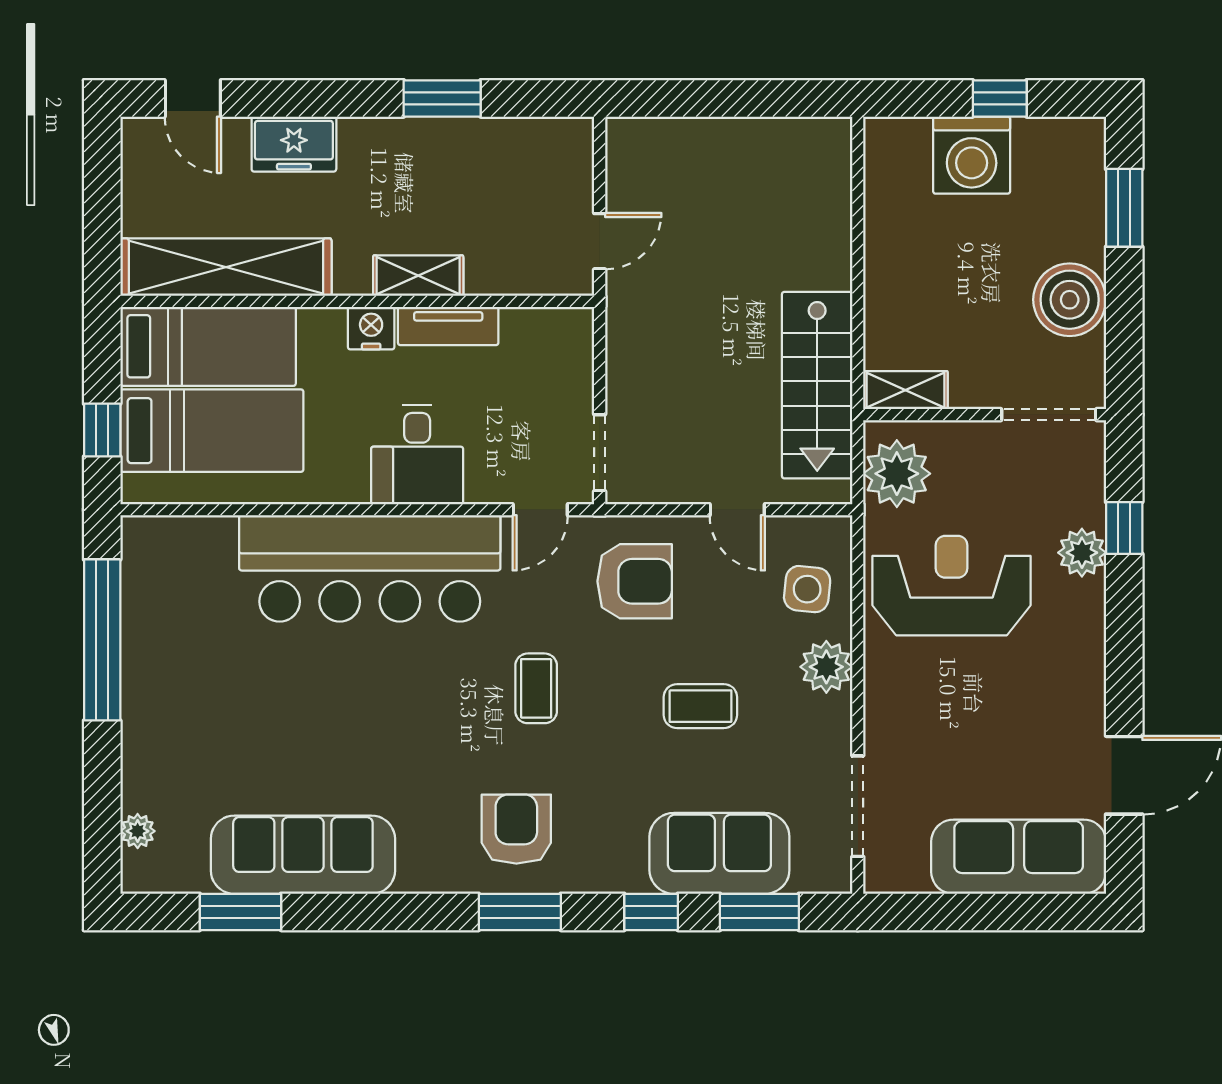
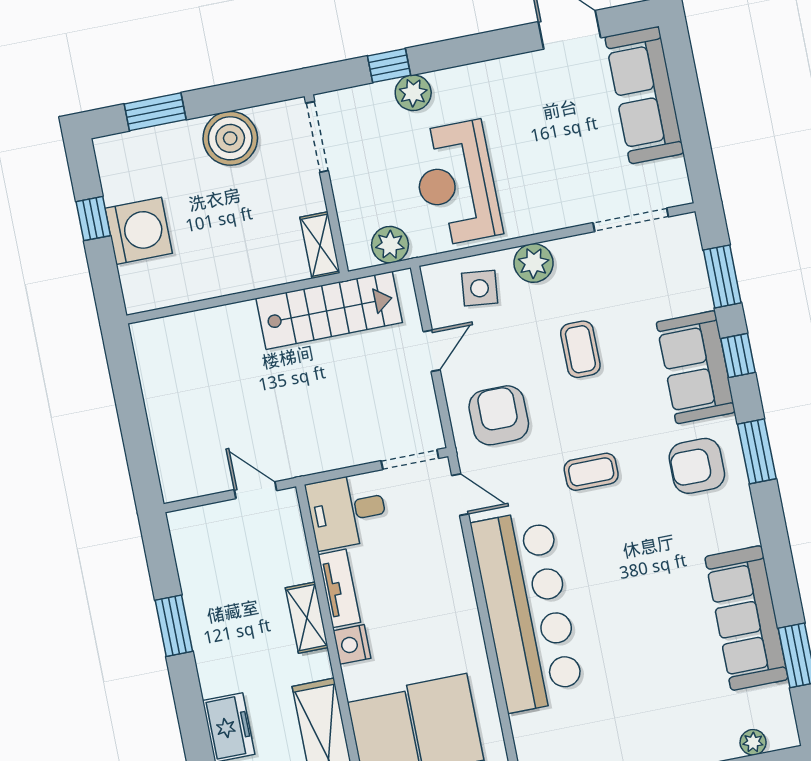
desk: (417, 455) -> (347, 511), moved, turned 180
plant: (897, 474) -> (390, 245), width x0.73, depth x0.73
sofa: (719, 853) -> (696, 367), moved

